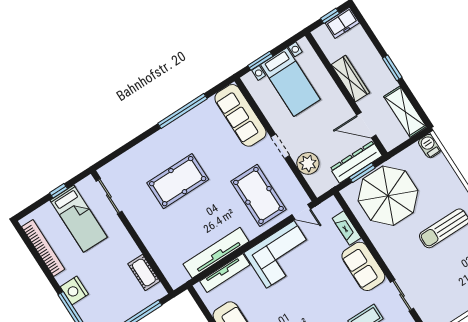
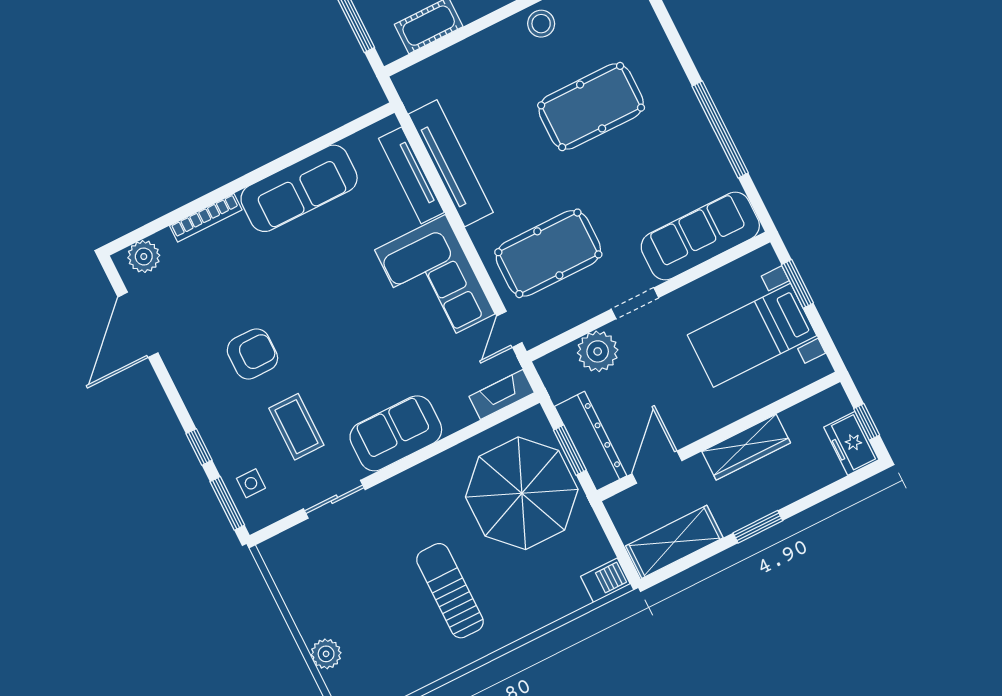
pool table: (178, 181) -> (591, 107), turned 90
stool: (136, 213) -> (541, 24), added
fireplace: (347, 228) -> (502, 394), moved

